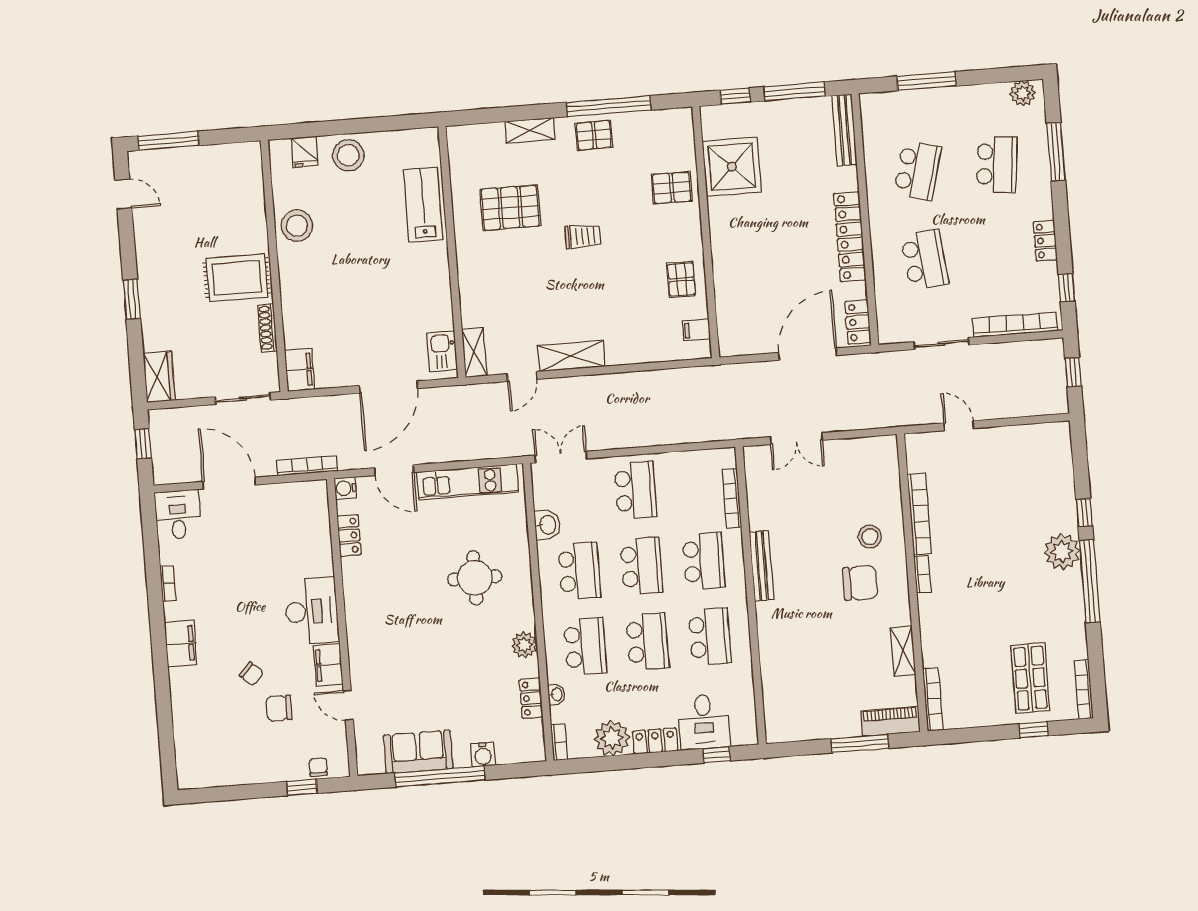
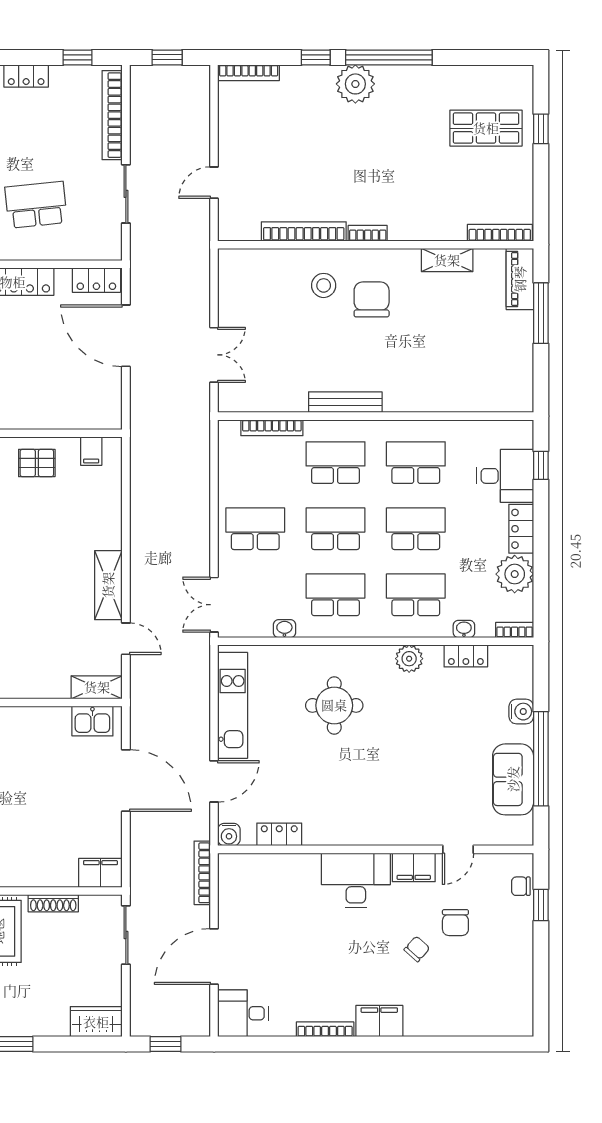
washbasin: (547, 525) -> (284, 629), width x0.72, depth x0.69
bookcase: (168, 583) -> (325, 1029), width x1.56
bookcase: (1084, 690) -> (249, 73), moved

